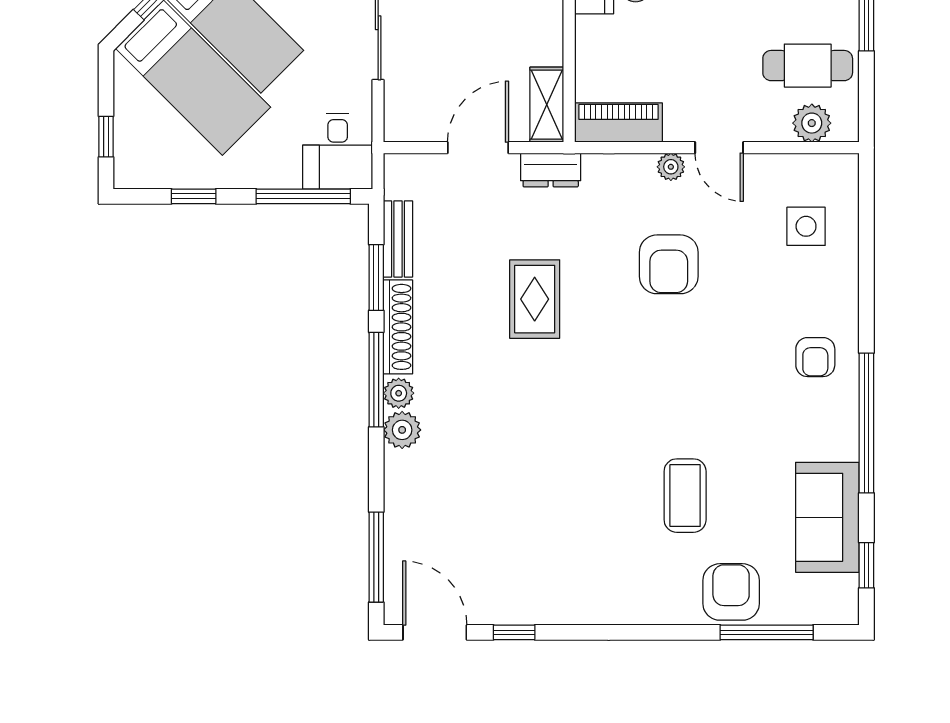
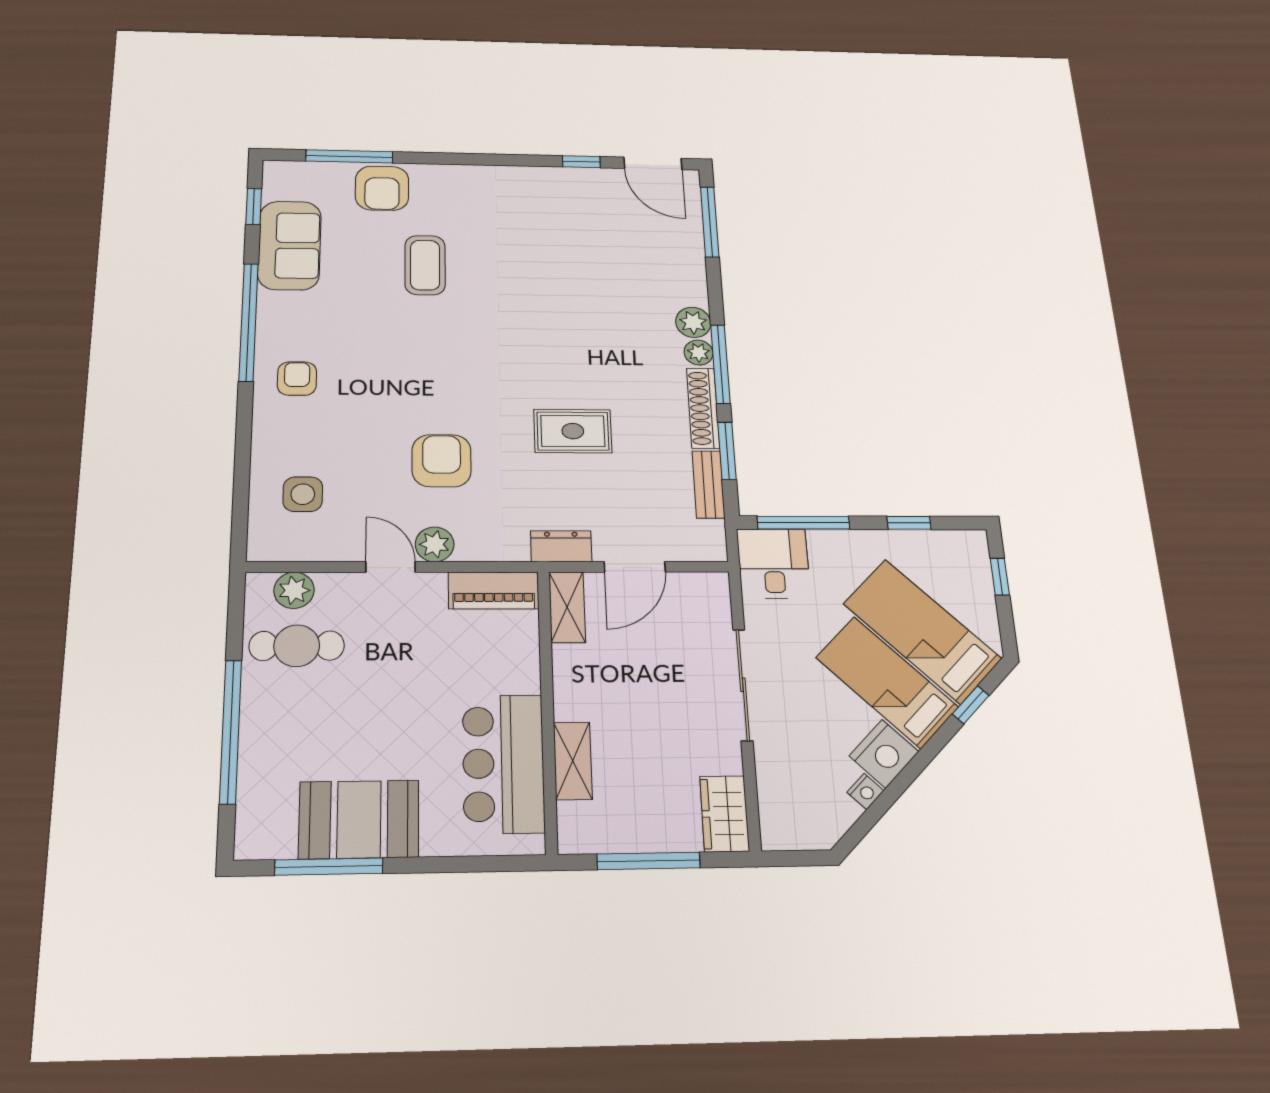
plant: (671, 167) -> (435, 544), width x1.38, depth x1.38
rug: (535, 299) -> (573, 431), turned 90

